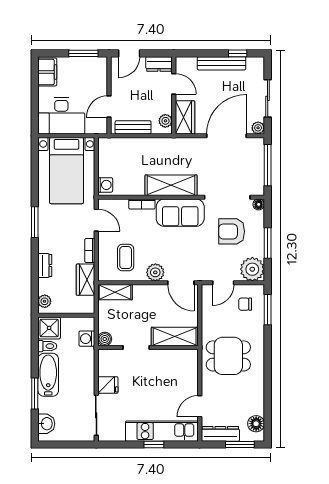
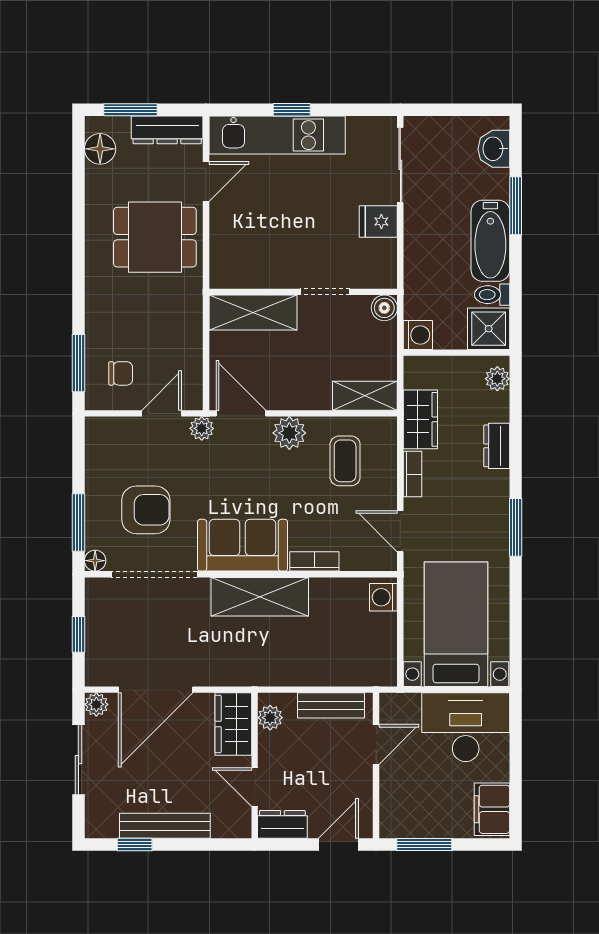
window: (268, 165) -> (78, 634), width x0.46
window: (268, 243) -> (78, 523), moved
plant: (252, 269) -> (202, 428), moved, width x0.53, depth x0.53
washing machine: (87, 339) -> (418, 335), moved
dining table: (228, 356) -> (155, 237), moved

